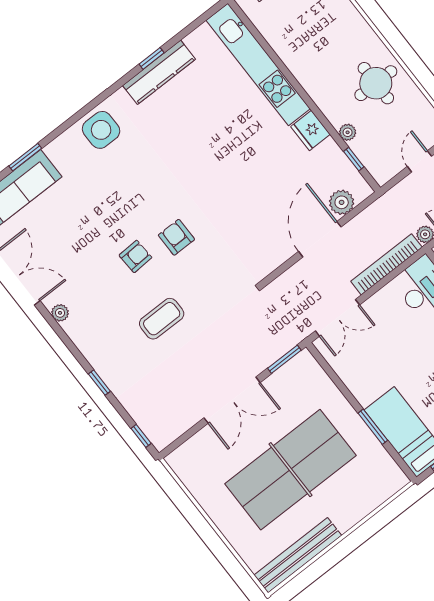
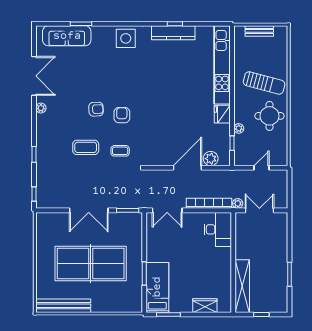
sun lounger: (334, 45) -> (264, 83), added
coffee table: (212, 287) -> (120, 151), added

